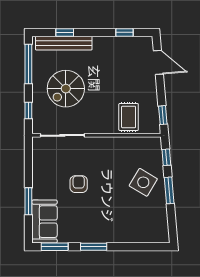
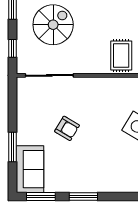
spiral stairs: (66, 89) -> (53, 25), turned 180
armchair: (79, 184) -> (67, 128), turned 121

